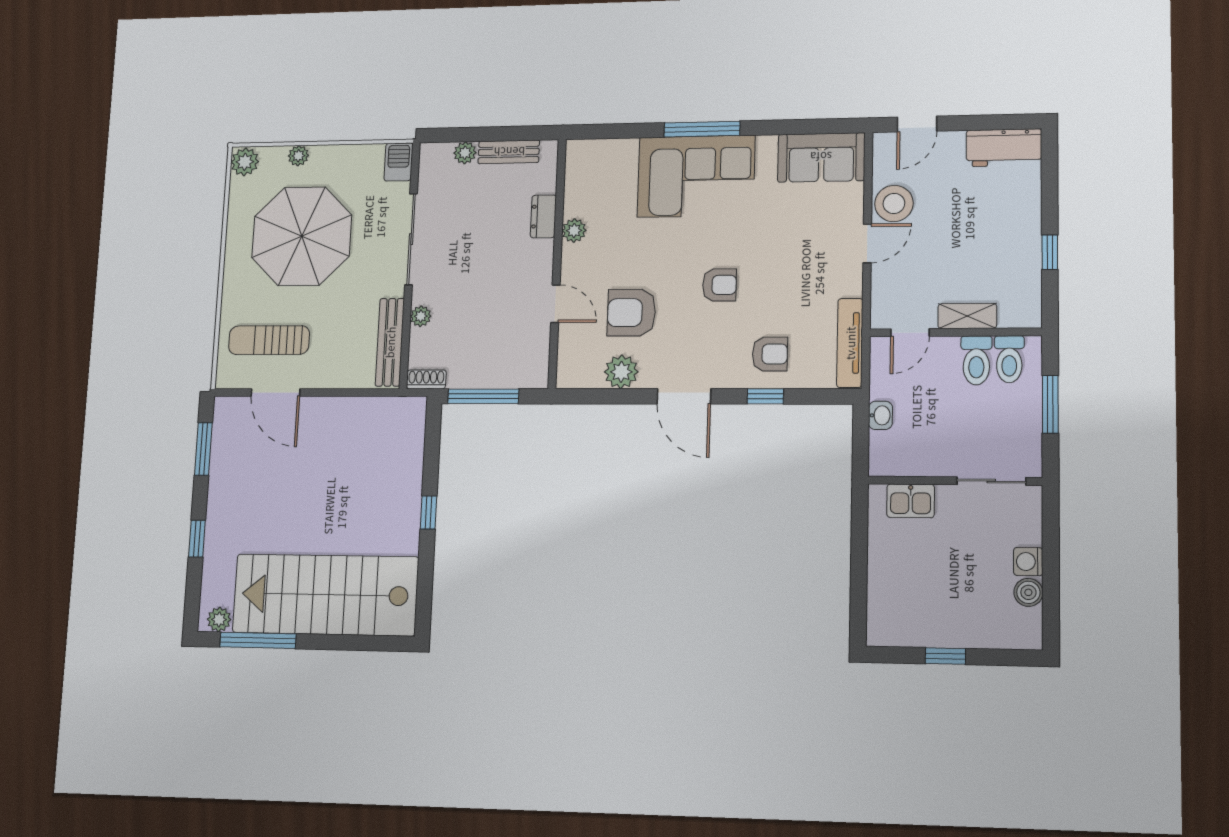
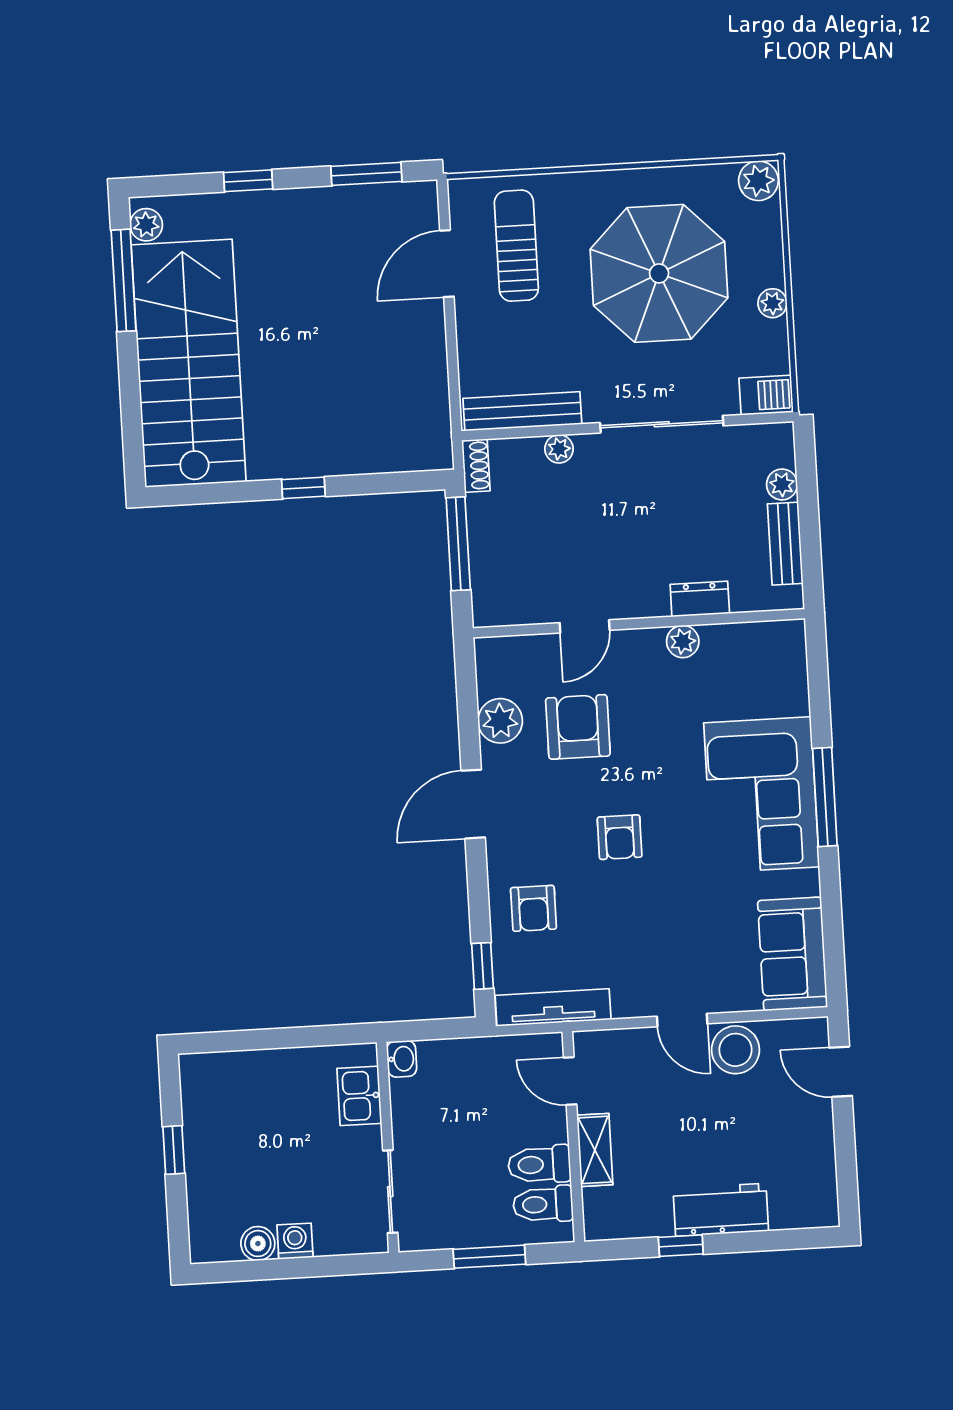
workbench: (1004, 148) -> (721, 1210), moved, turned 90
plant: (298, 156) -> (772, 303), moved
window: (765, 396) -> (483, 966), moved
washbasin: (880, 415) -> (402, 1059), moved, turned -90

